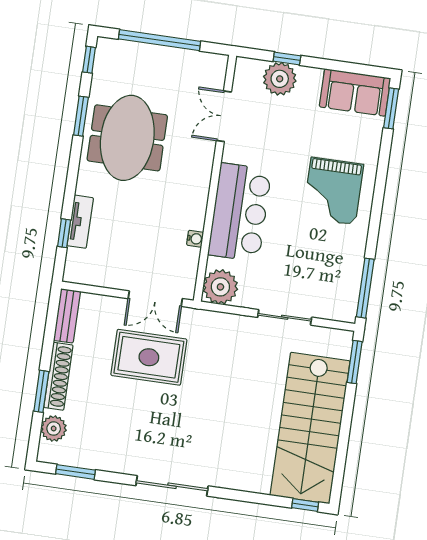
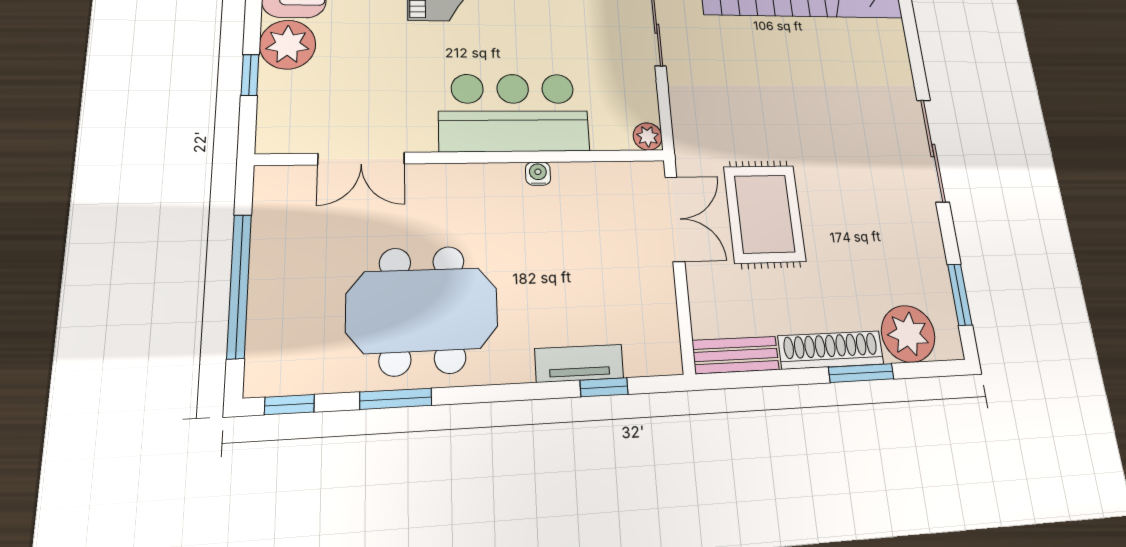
plant: (280, 79) -> (288, 45), moved
water cooler: (195, 239) -> (538, 174), moved
plant: (220, 287) -> (648, 136), width x0.53, depth x0.53
plant: (54, 429) -> (908, 334), width x1.36, depth x1.36

